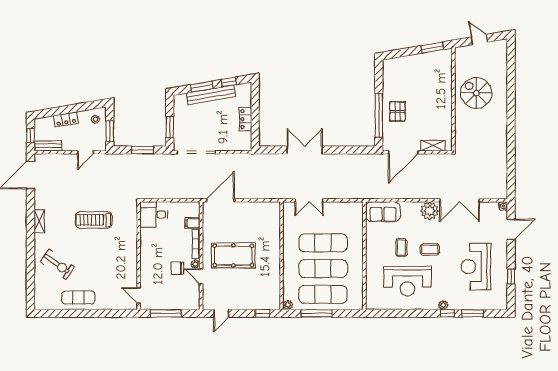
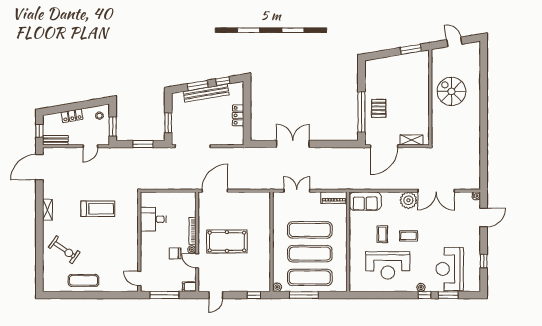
double door: (309, 200) -> (297, 191), swing flipped
piano: (349, 208) -> (334, 198), added
desk: (154, 215) -> (153, 219), moved
treadmill: (94, 220) -> (98, 209), turned 180
filing cabinet: (193, 223) -> (189, 287), moved
reception desk: (476, 267) -> (450, 269), moved

